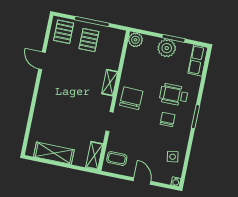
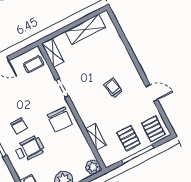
shelving: (110, 83) -> (96, 137), moved
trolley: (69, 89) -> (113, 88), added

